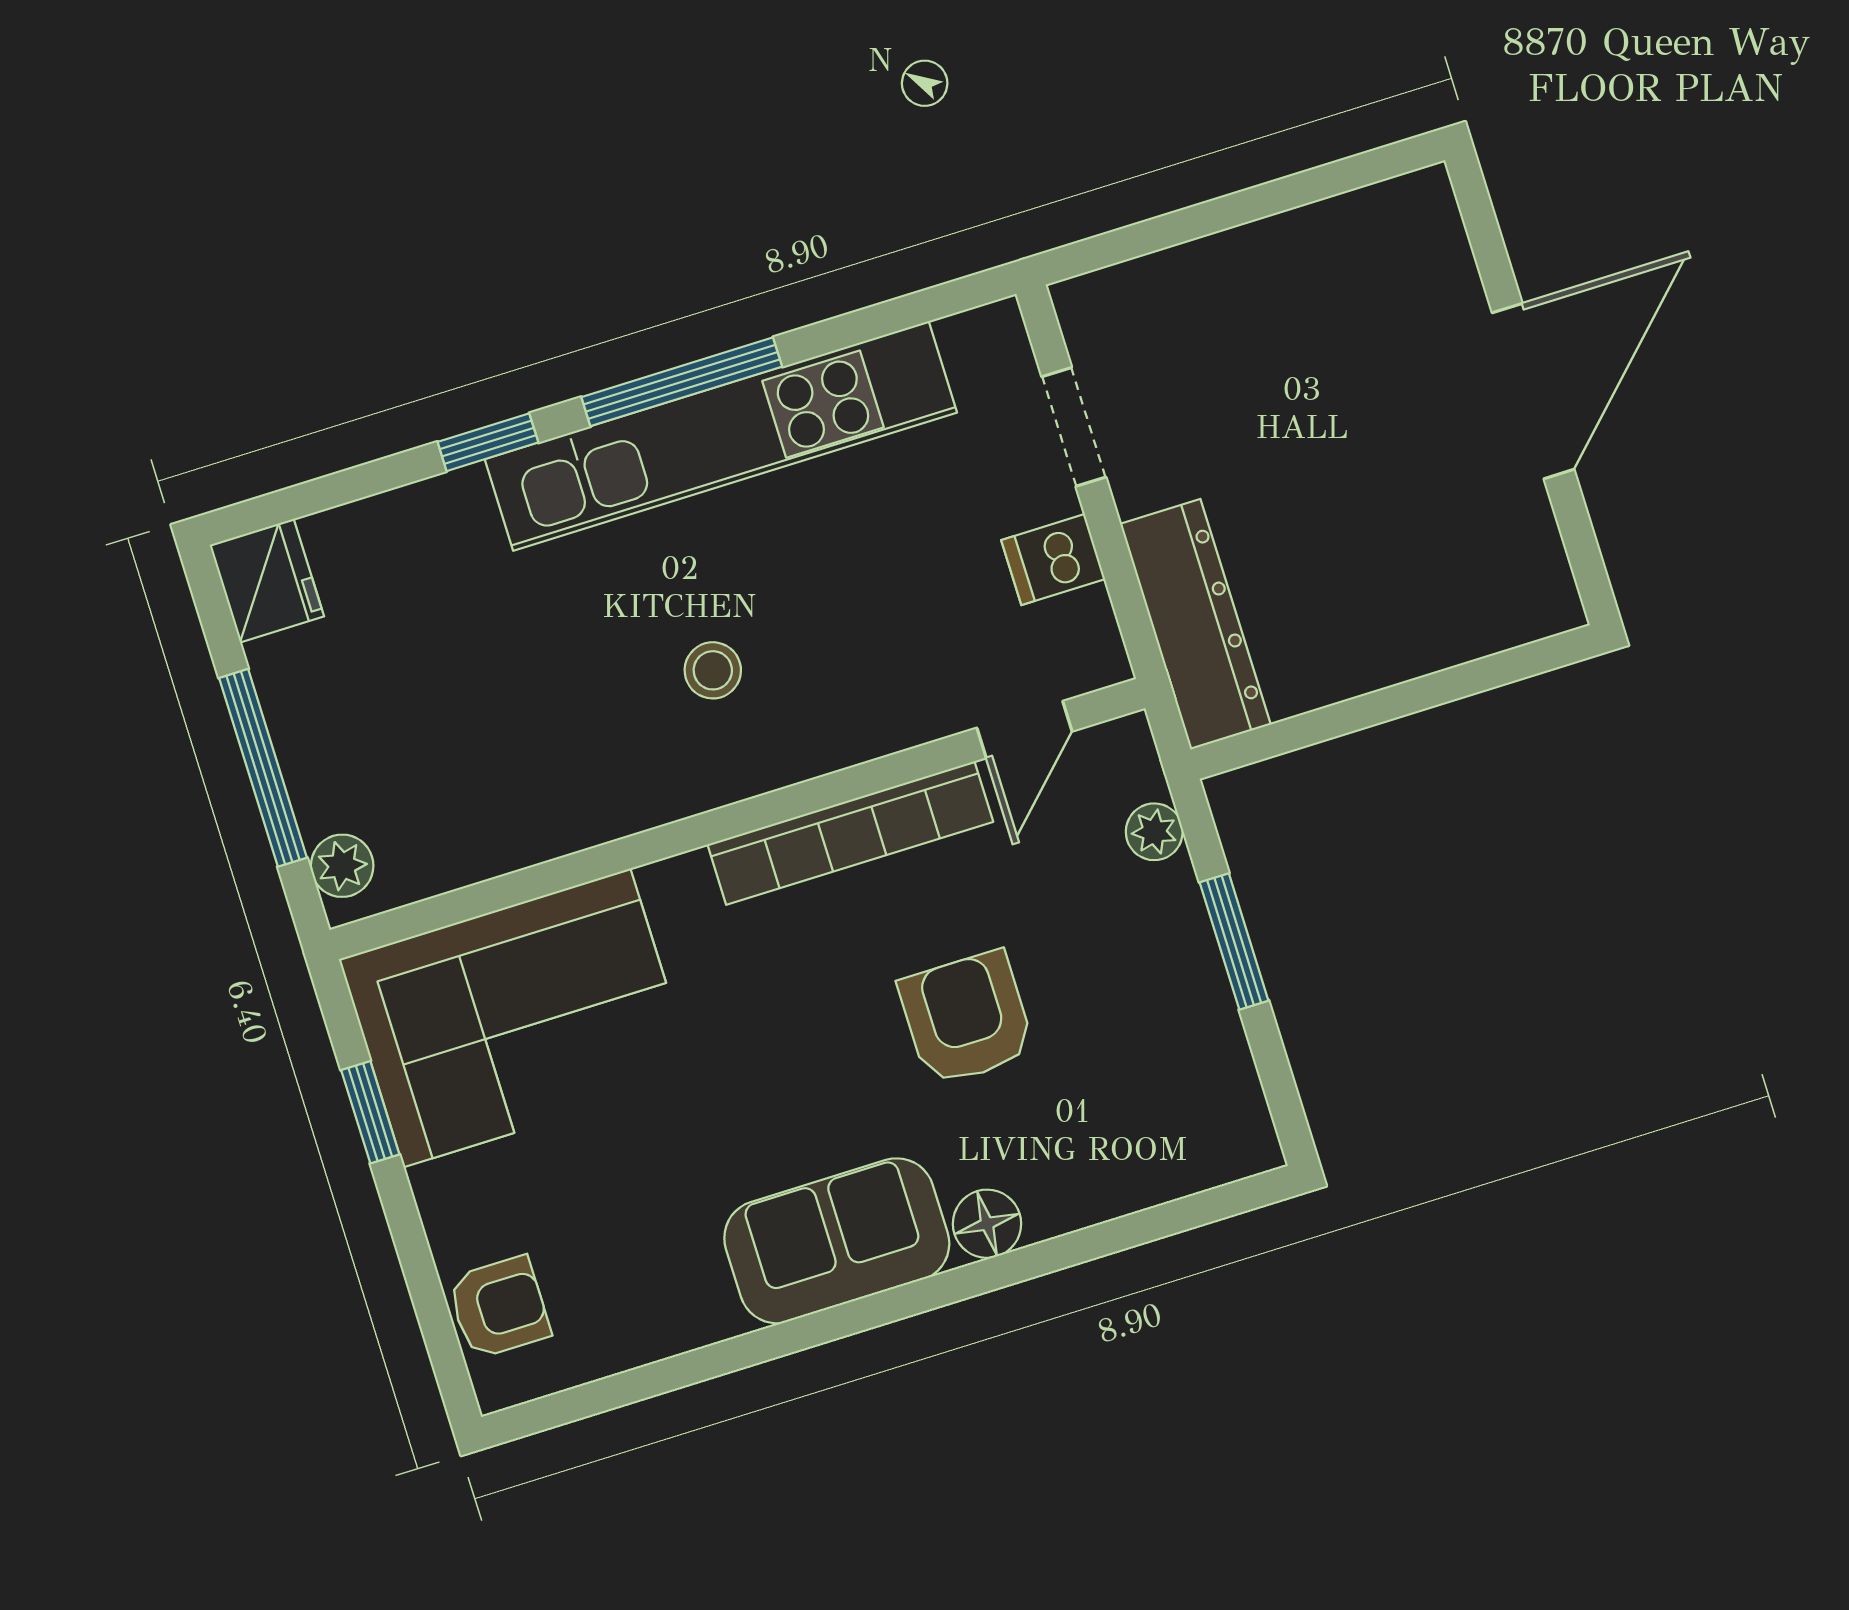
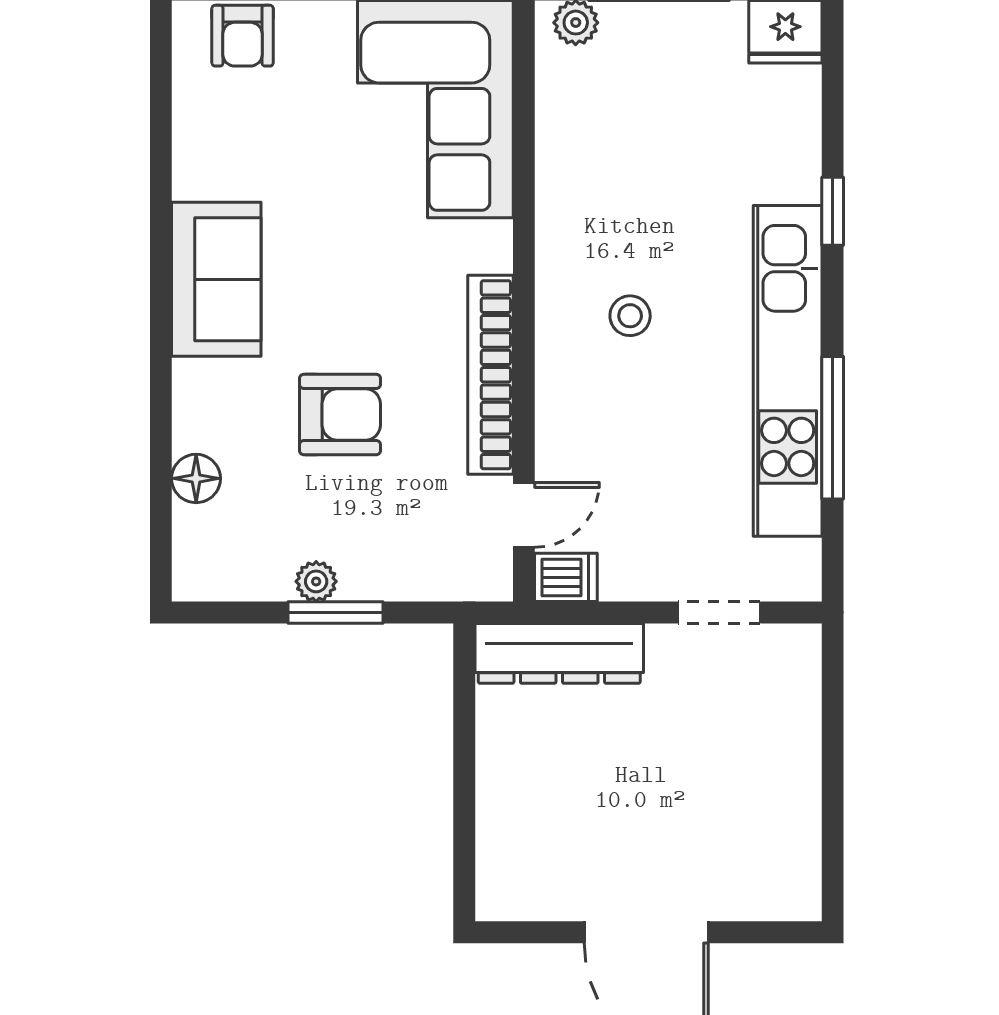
window: (682, 382) -> (833, 428), moved
dishwasher: (1053, 560) -> (566, 577), moved, turned 90
door: (1024, 730) -> (524, 515), swing flipped
plant: (1154, 832) -> (316, 581), moved
floor lamp: (987, 1224) -> (196, 478), moved

